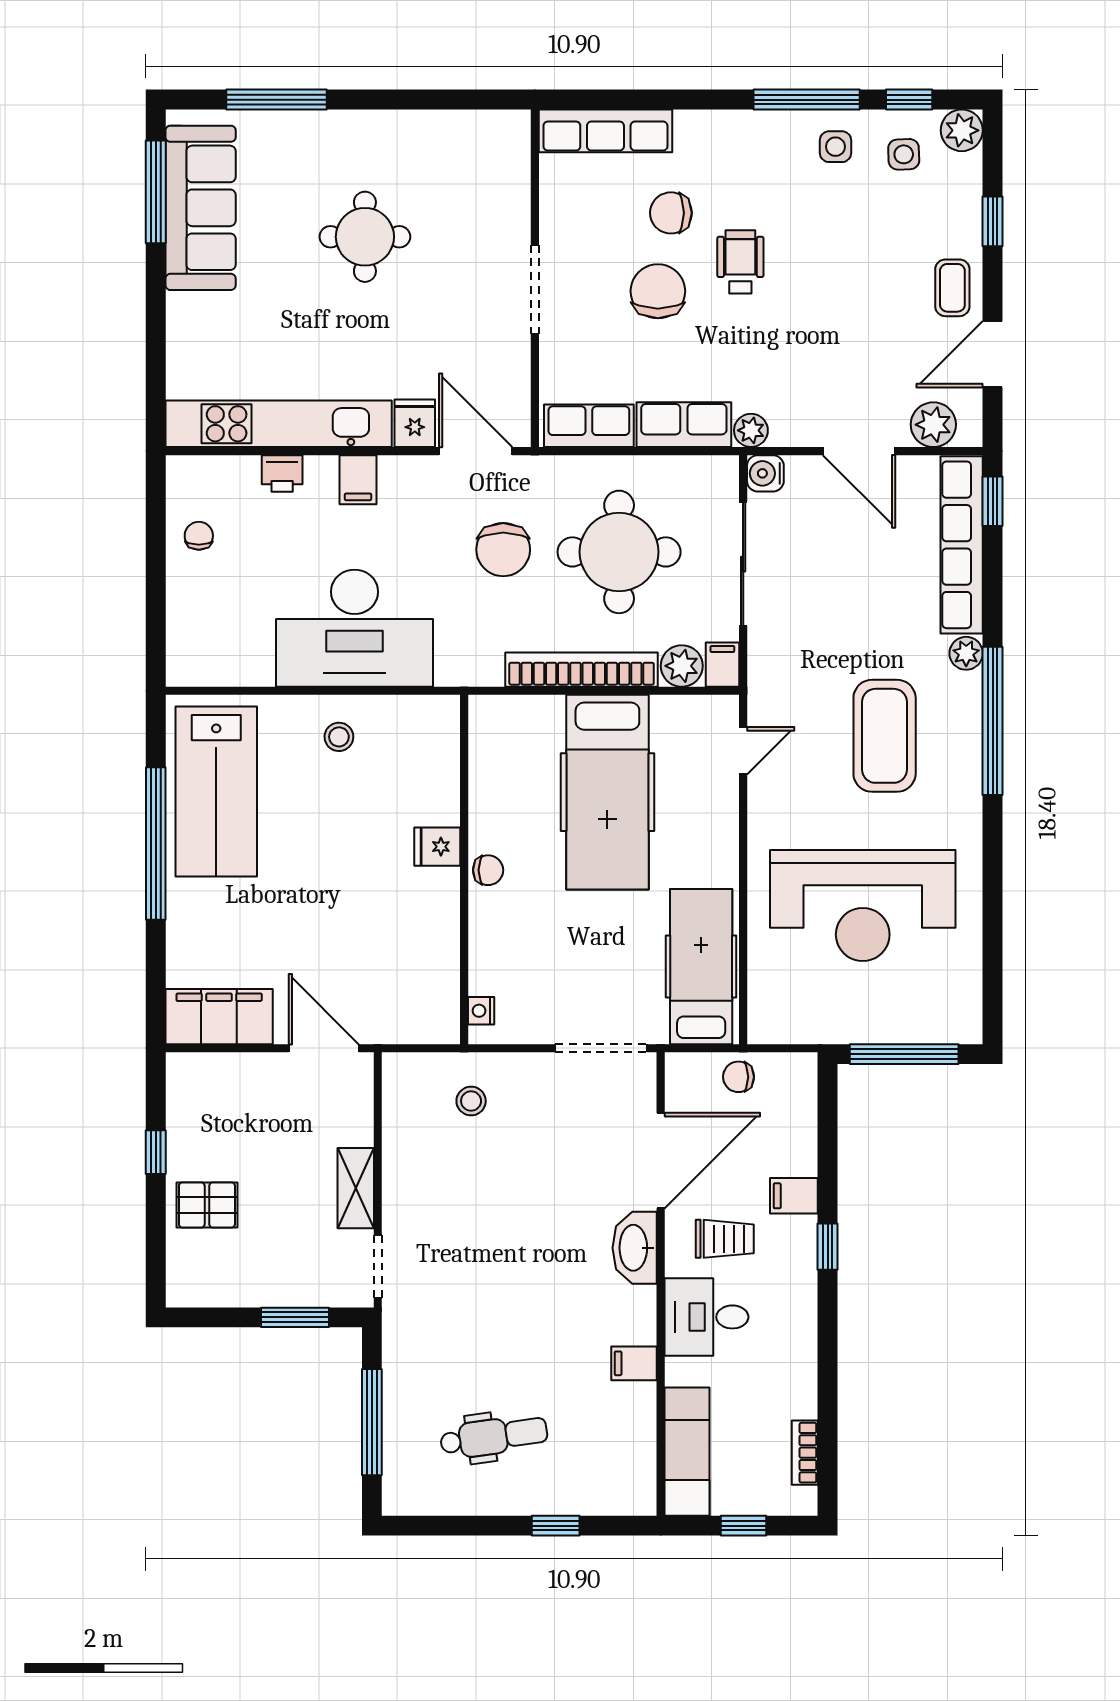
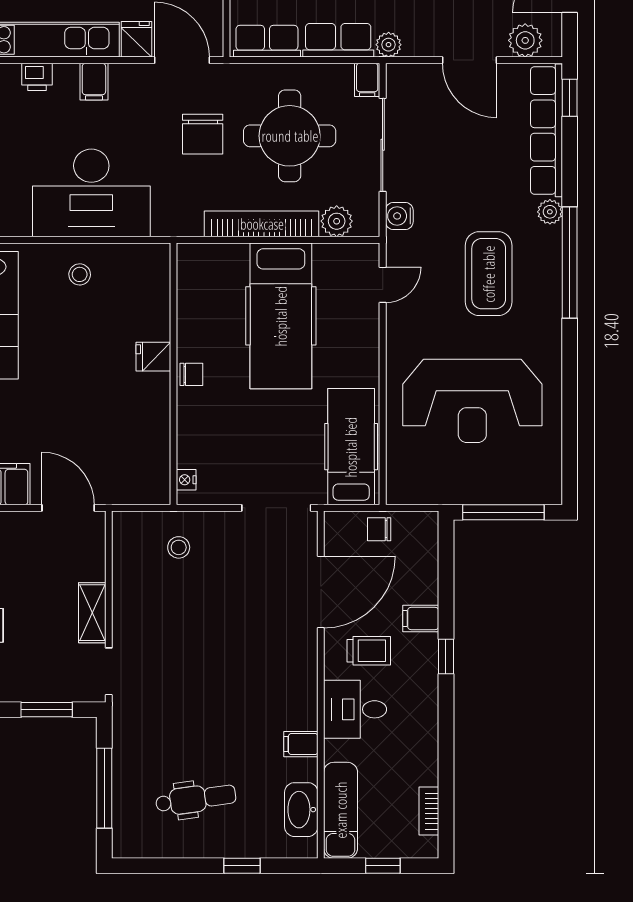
water cooler: (765, 473) -> (399, 216), moved
filing cabinet: (722, 665) -> (367, 80), moved, turned 180
washbasin: (635, 1248) -> (301, 810), moved

